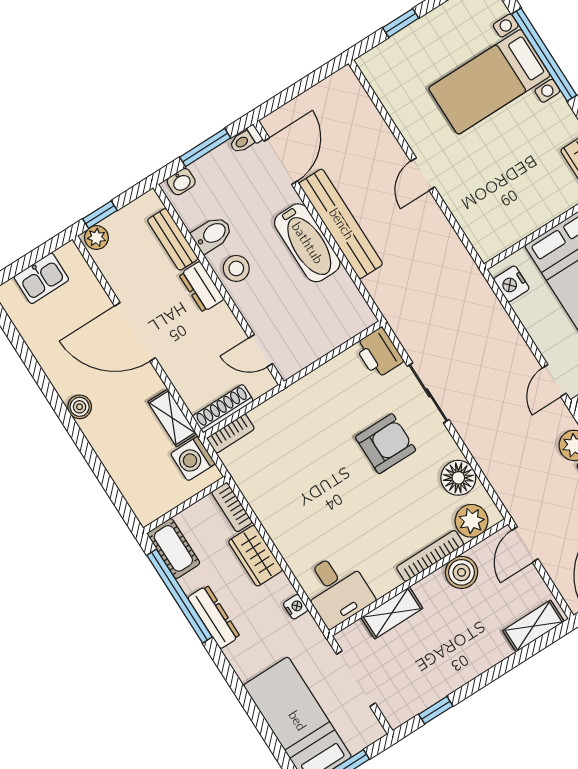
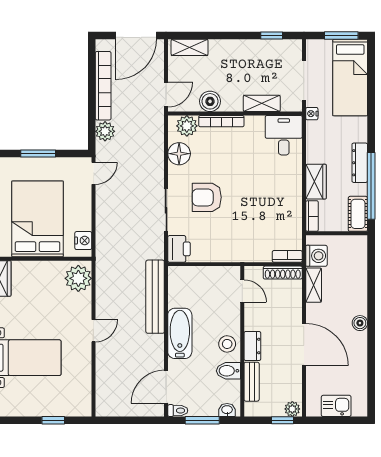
bench: (341, 224) -> (155, 297), moved
plant: (486, 230) -> (78, 278), added
nightstand: (296, 607) -> (312, 114), moved

